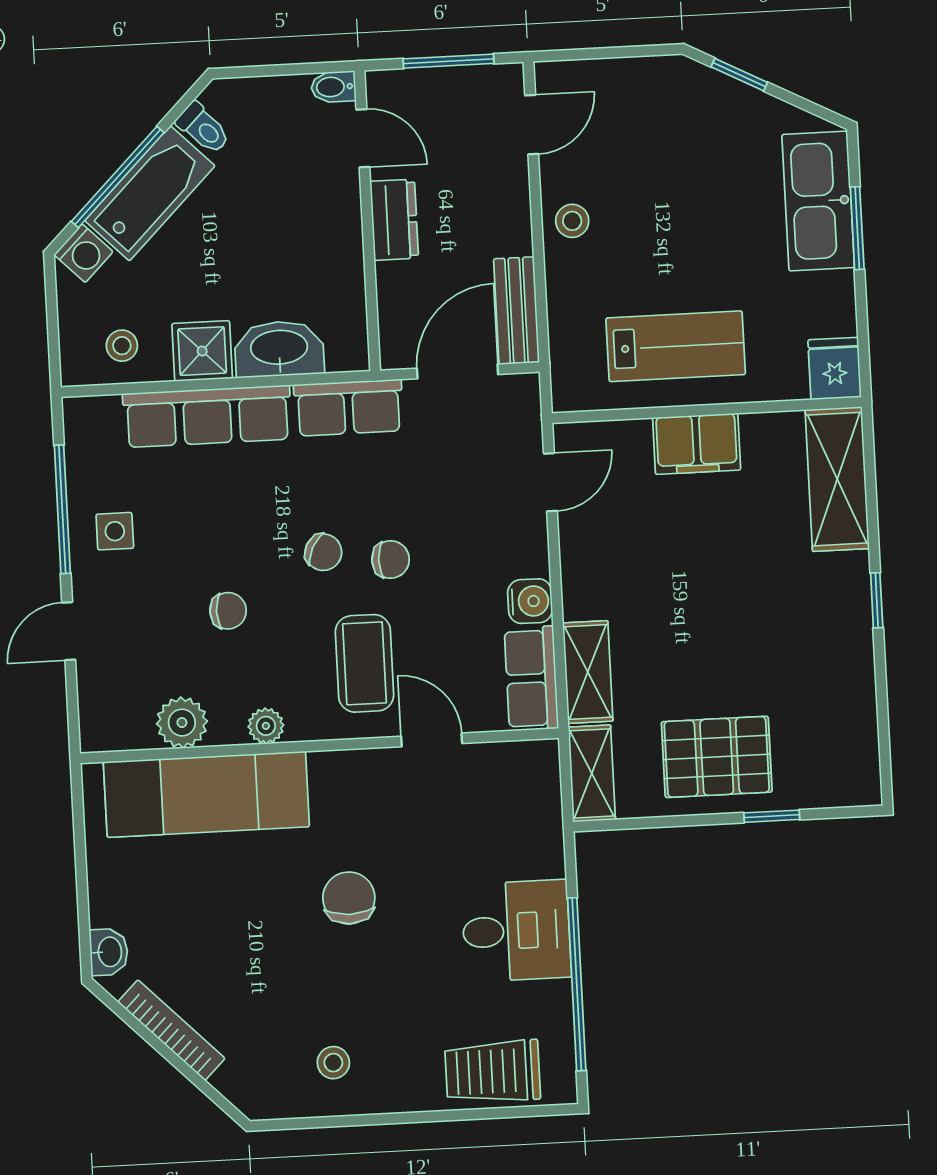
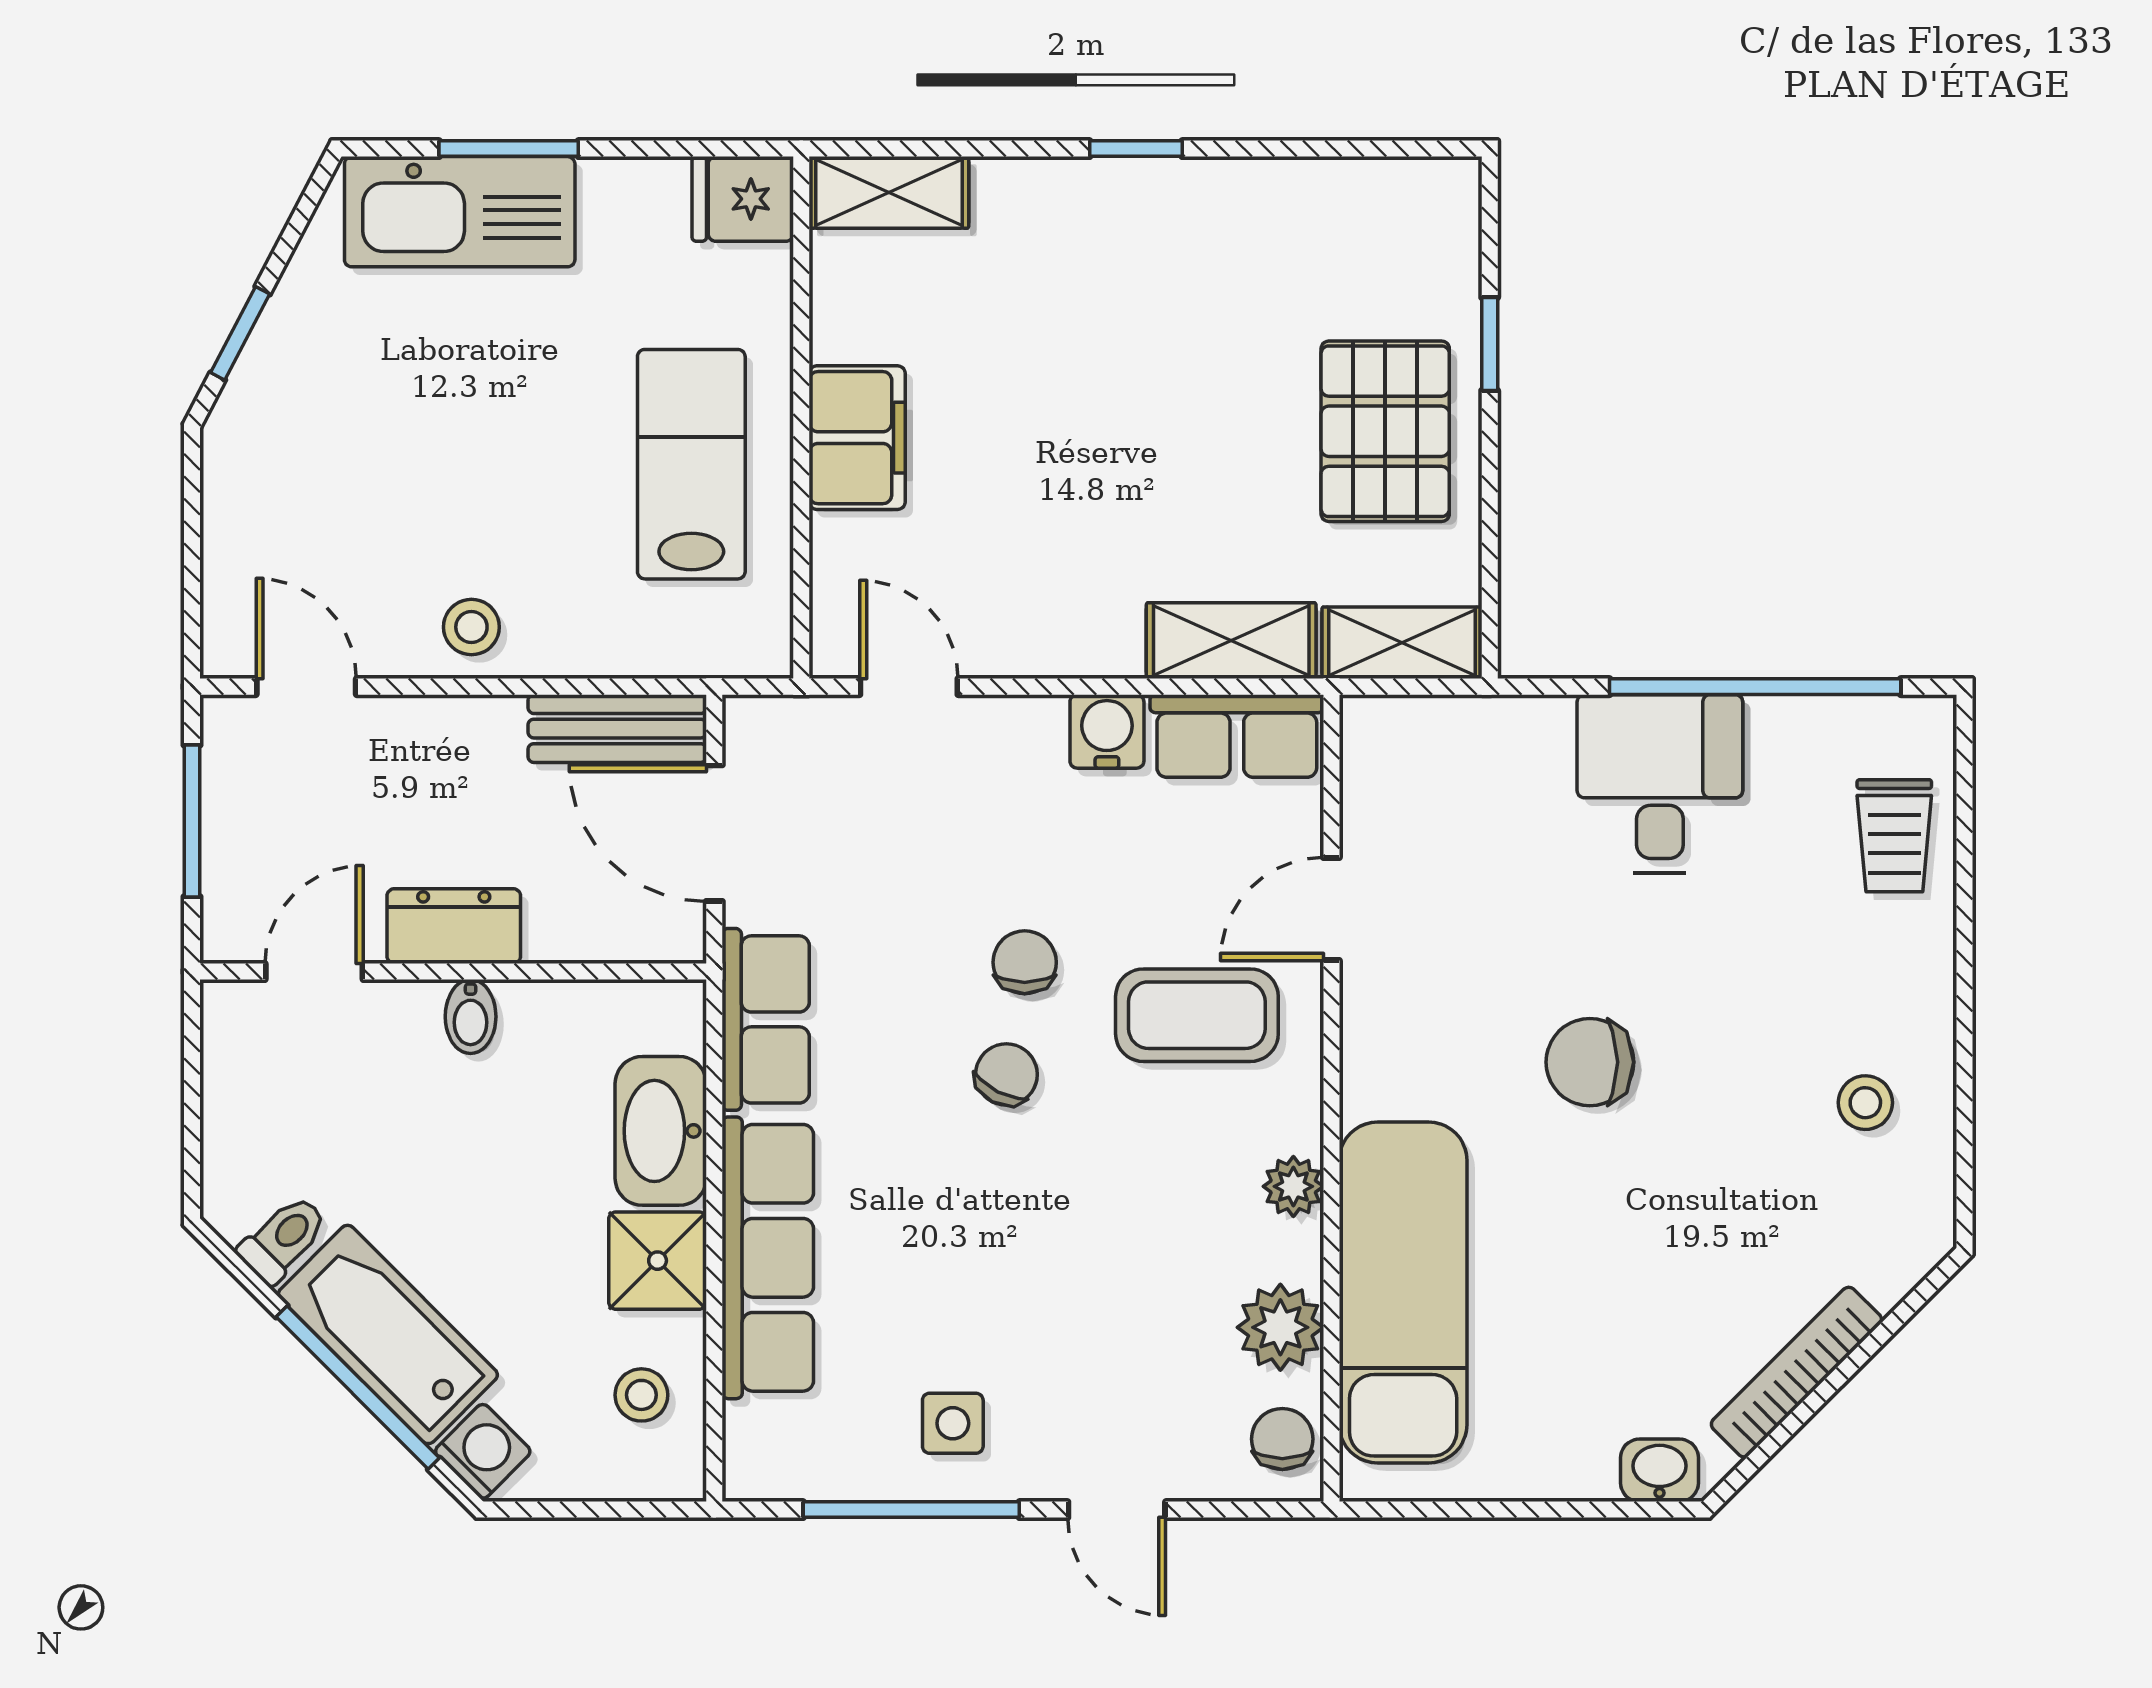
bidet: (333, 87) -> (471, 1017), moved
shelving: (837, 479) -> (889, 192), width x0.67, depth x0.75
chair: (228, 611) -> (1282, 1439), moved
trolley: (493, 1071) -> (1894, 836), width x0.73, depth x0.72

